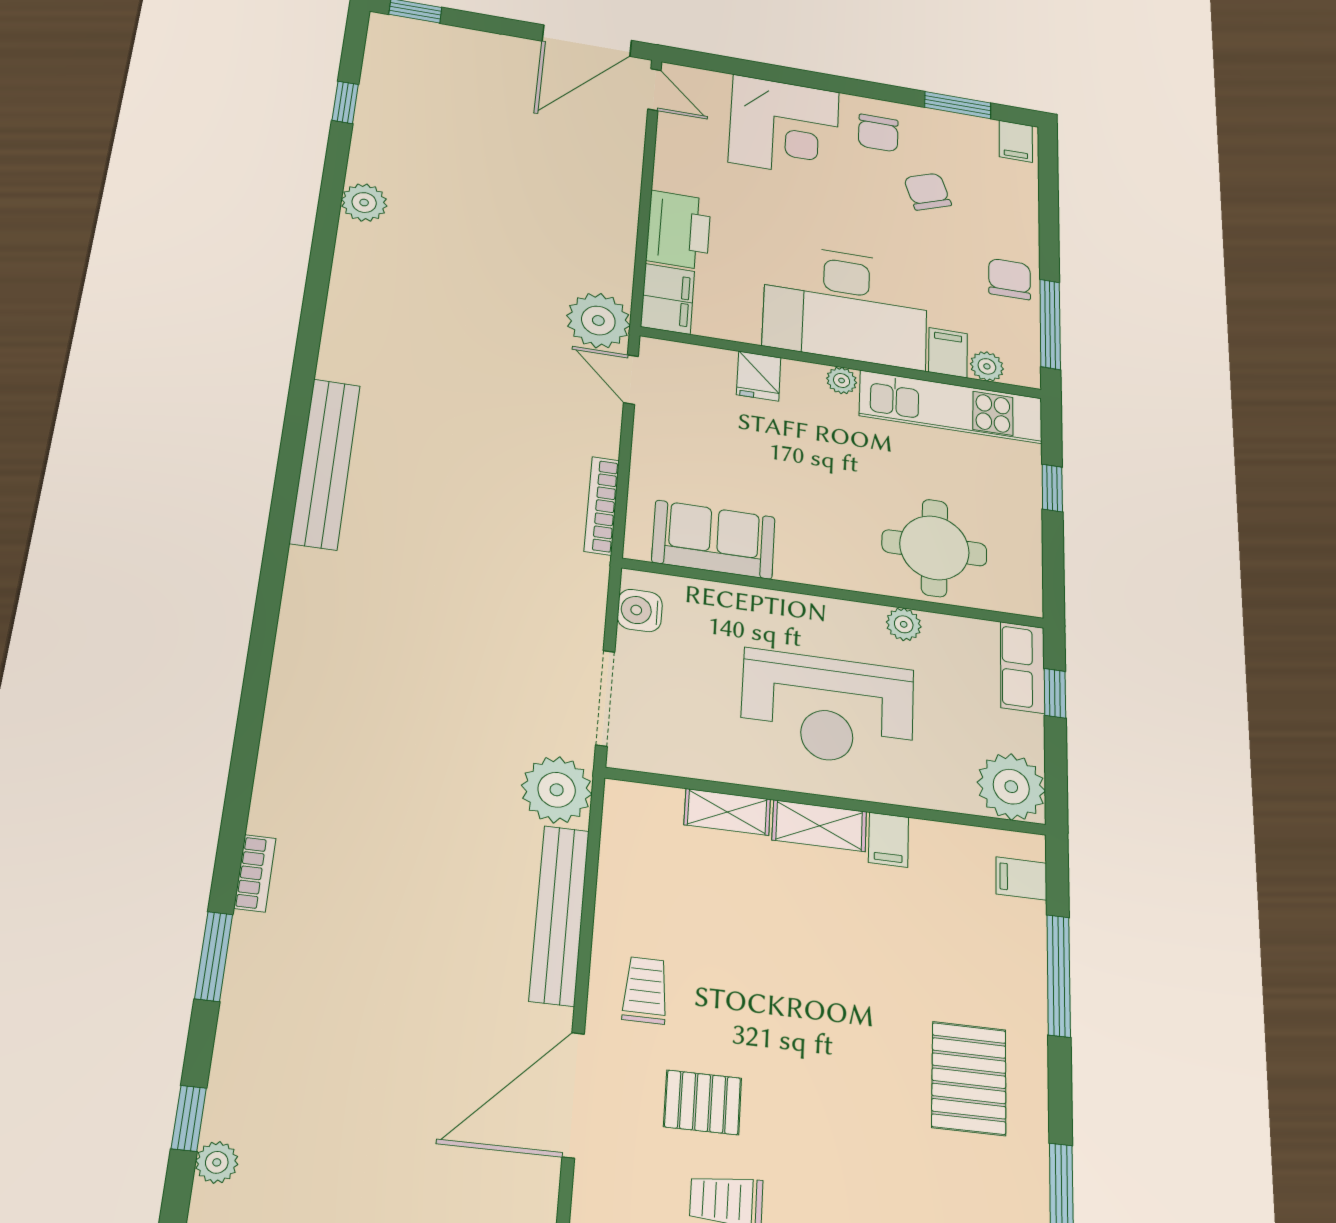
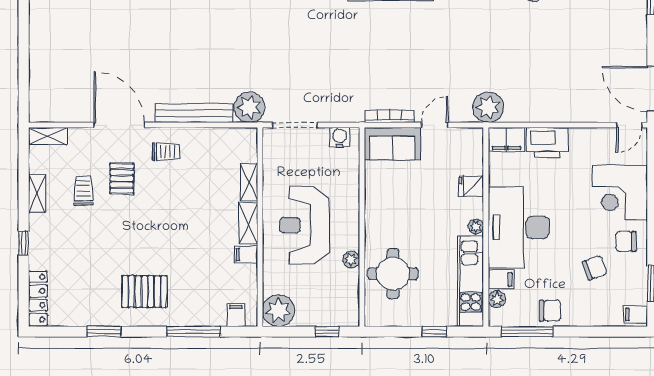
door: (631, 380) -> (435, 125), moved
sofa: (714, 540) -> (392, 144), moved, turned 90
row of seats: (1023, 667) -> (338, 316), removed

